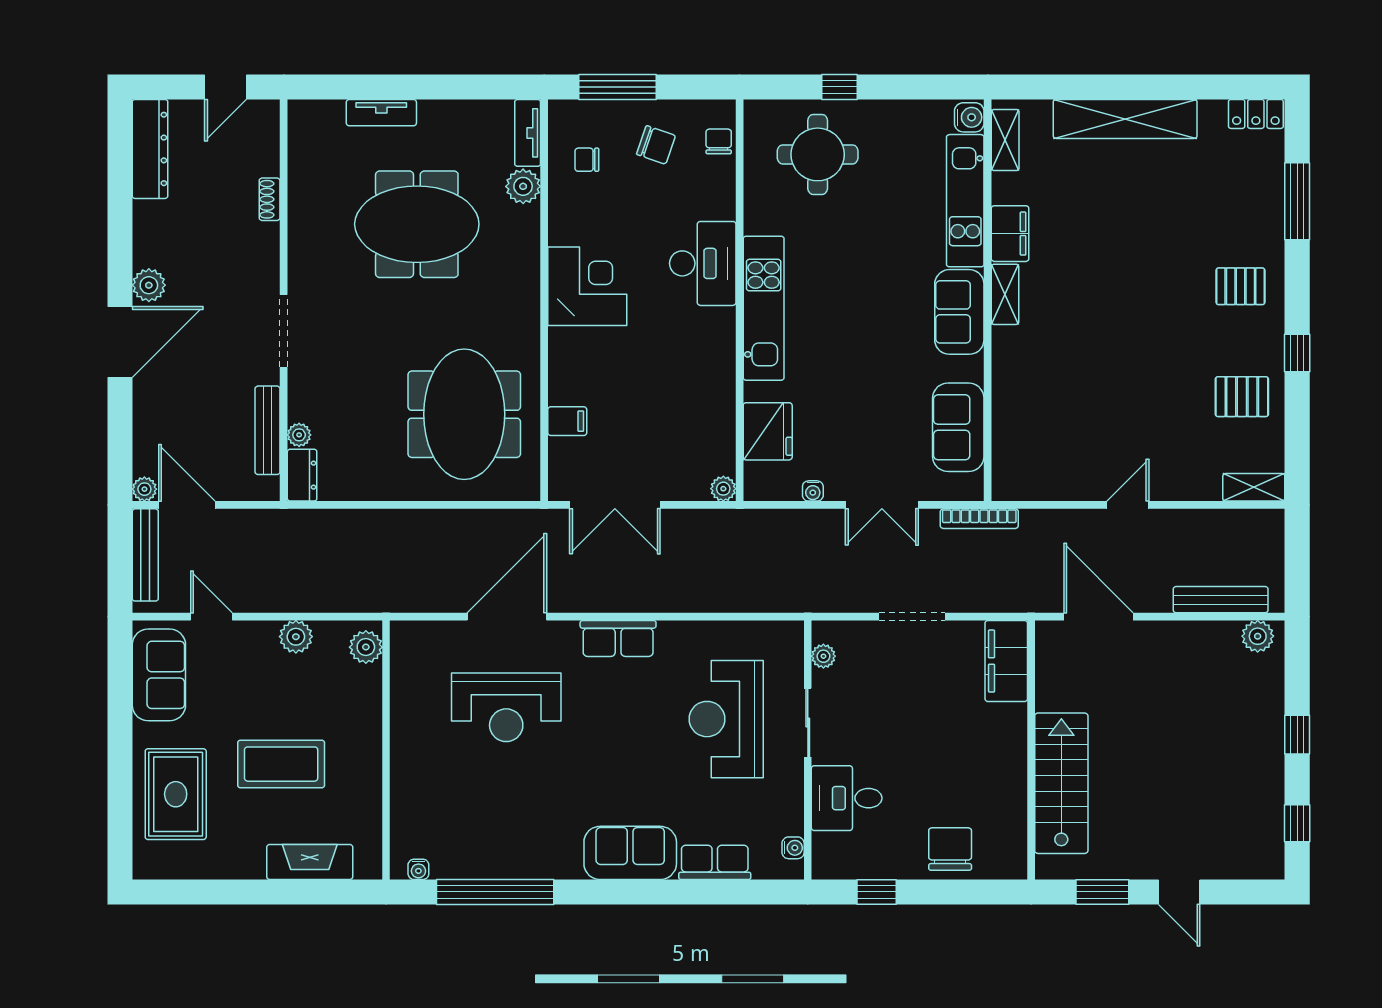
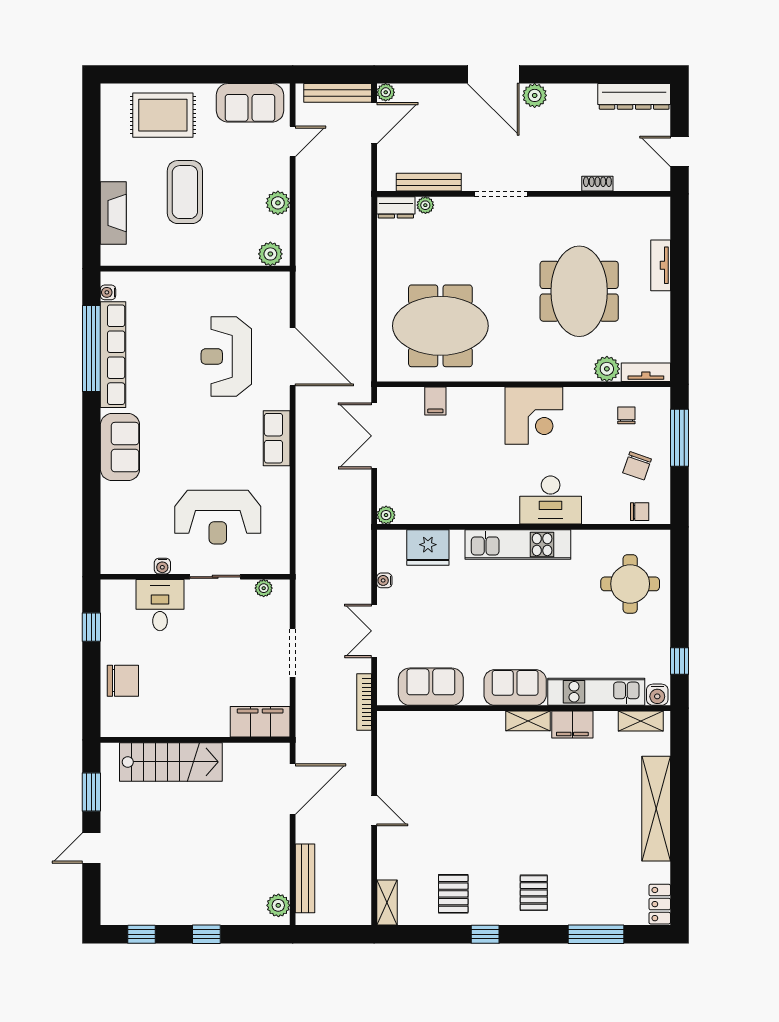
window: (840, 87) -> (679, 661), moved
reception desk: (726, 719) -> (218, 517), turned 180
water cooler: (793, 848) -> (162, 566), moved
row of seats: (715, 862) -> (113, 355), moved, width x2.02

